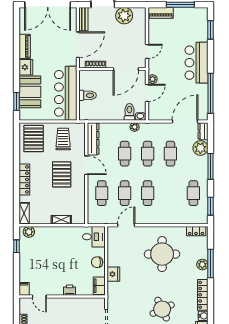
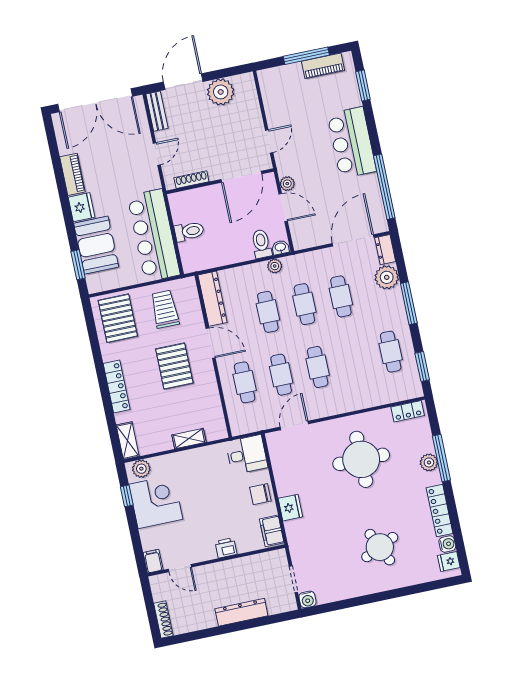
piano: (161, 13) -> (323, 66), moved
door: (78, 45) -> (157, 154), width x0.53
door: (147, 93) -> (283, 207), hinge flipped
corner desk: (33, 254) -> (156, 502), added

